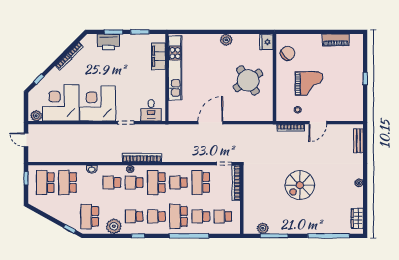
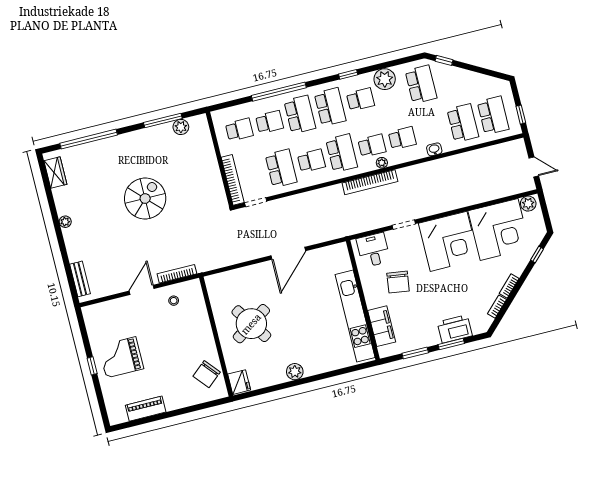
chair: (140, 84) -> (398, 282), added
grand piano: (309, 84) -> (121, 357), moved
school desk: (156, 216) -> (330, 107), width x1.85

